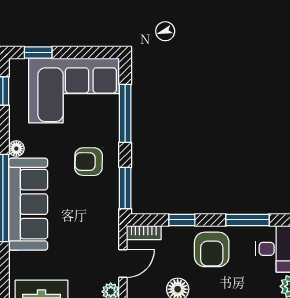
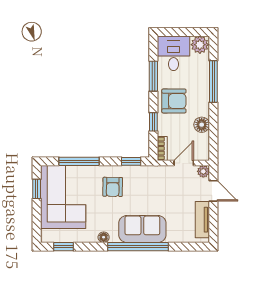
window: (38, 52) -> (37, 189), moved
window: (125, 188) -> (131, 161), width x0.67
sofa: (28, 204) -> (142, 229), width x0.73
door: (123, 264) -> (184, 163), hinge flipped

